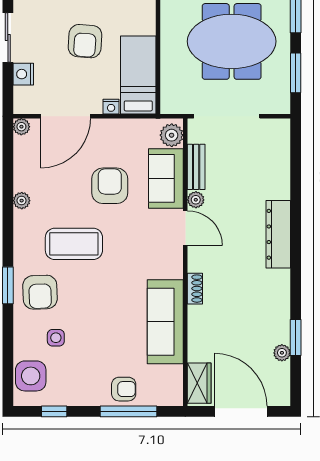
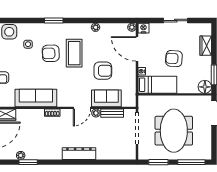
nightstand: (23, 74) -> (143, 28), moved
plant: (172, 135) -> (128, 101), removed
armchair: (40, 292) -> (51, 53), moved

